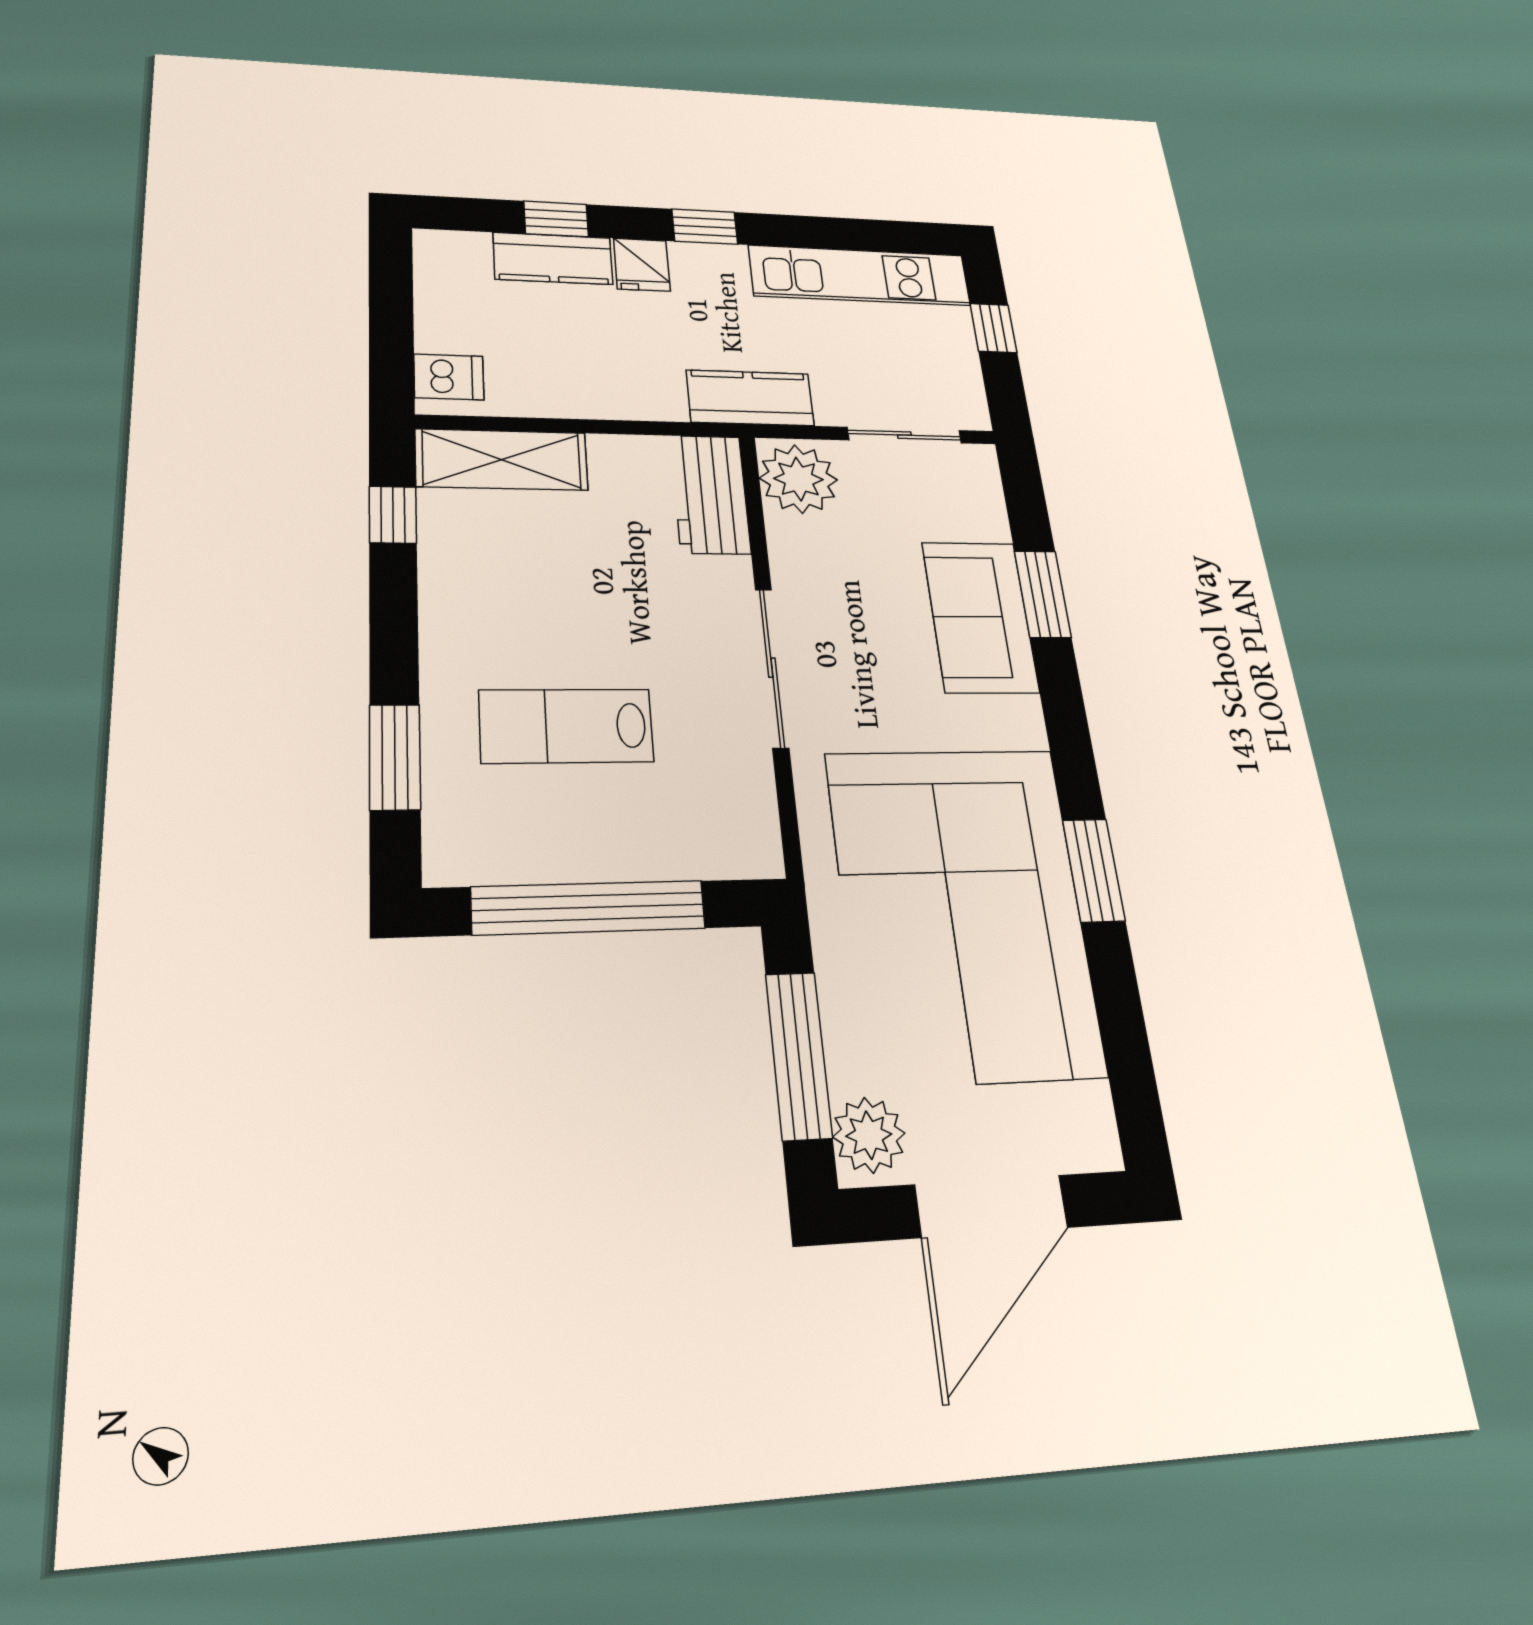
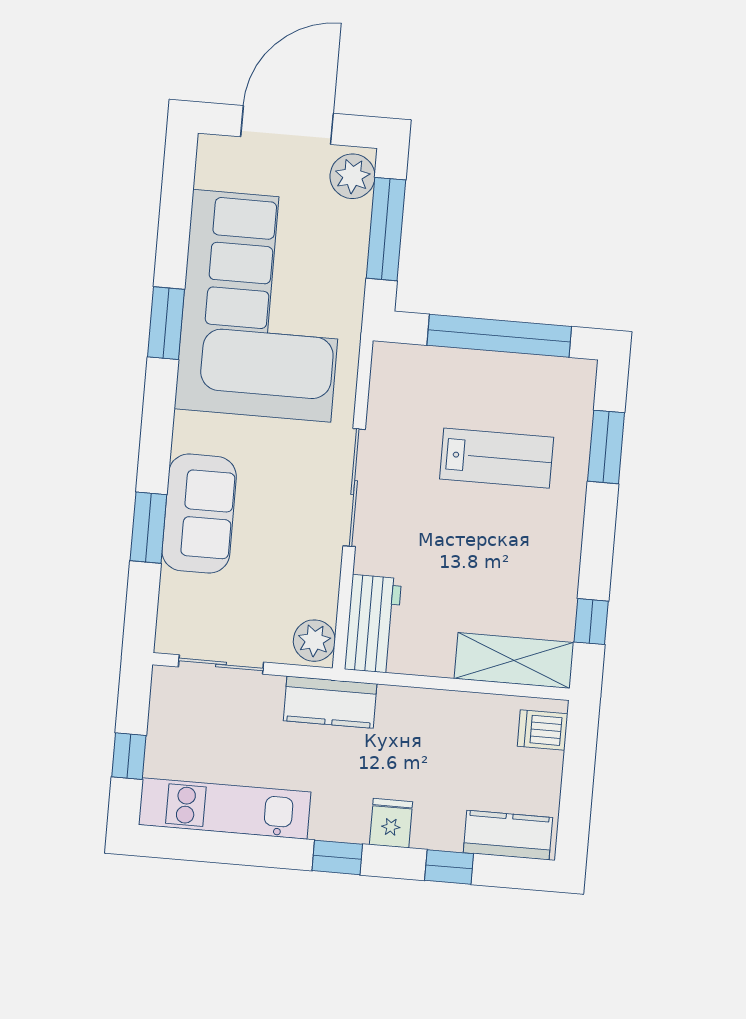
kitchen counter: (553, 258) -> (508, 835), moved
plant: (798, 479) -> (314, 641), width x0.73, depth x0.73

